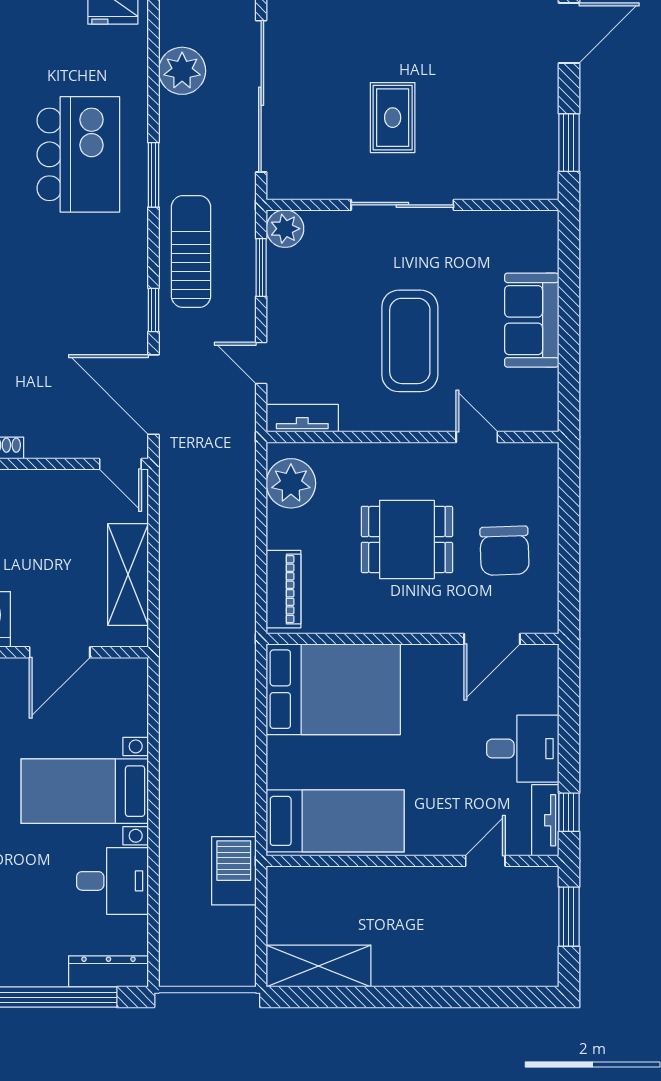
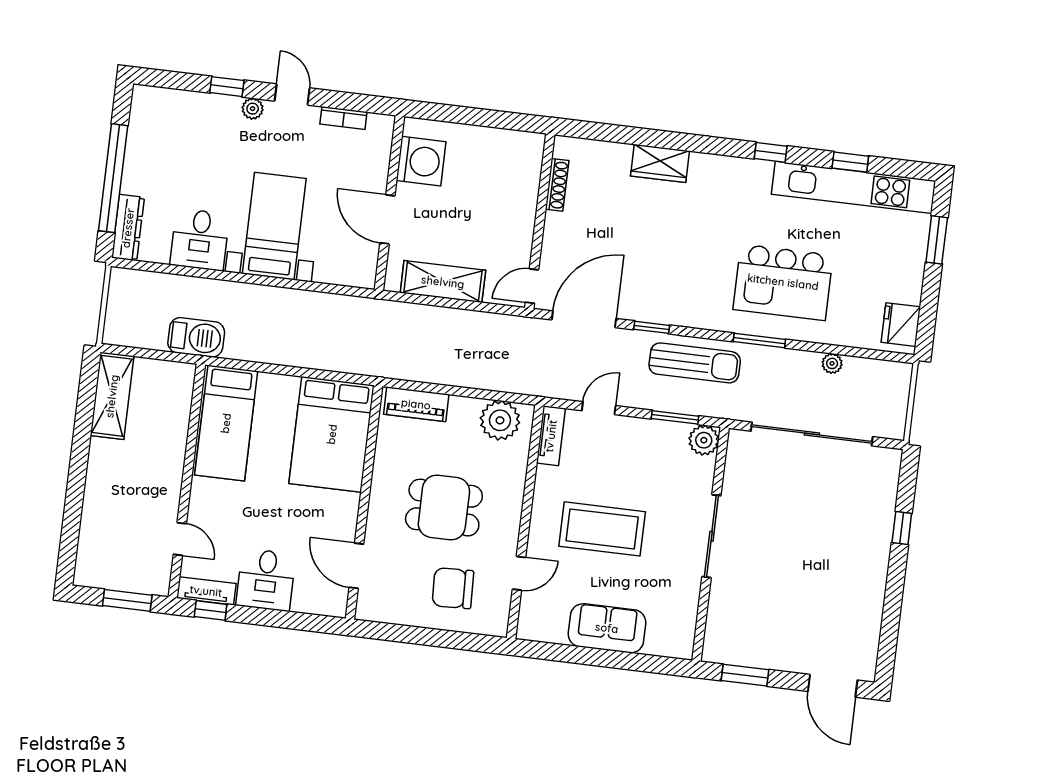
plant: (182, 71) -> (832, 363), width x0.53, depth x0.53
rug: (393, 118) -> (782, 537), removed
dining table: (407, 539) -> (444, 508), turned 90
chair: (505, 551) -> (453, 588), moved

